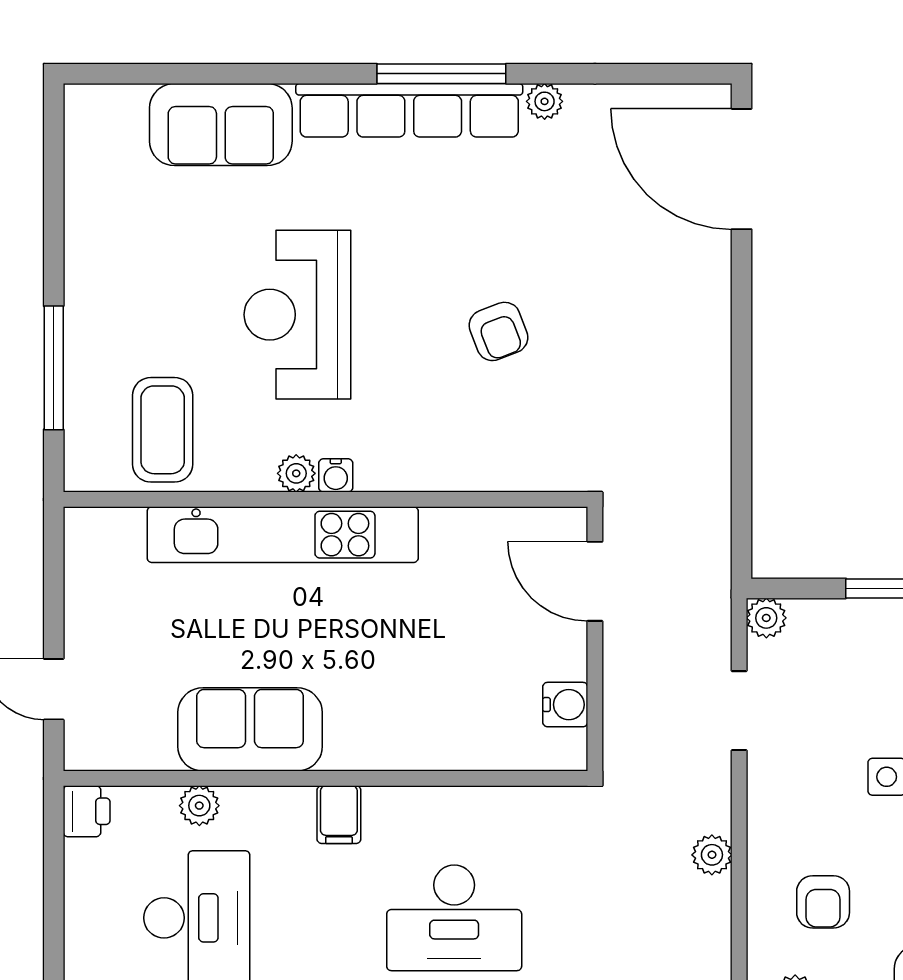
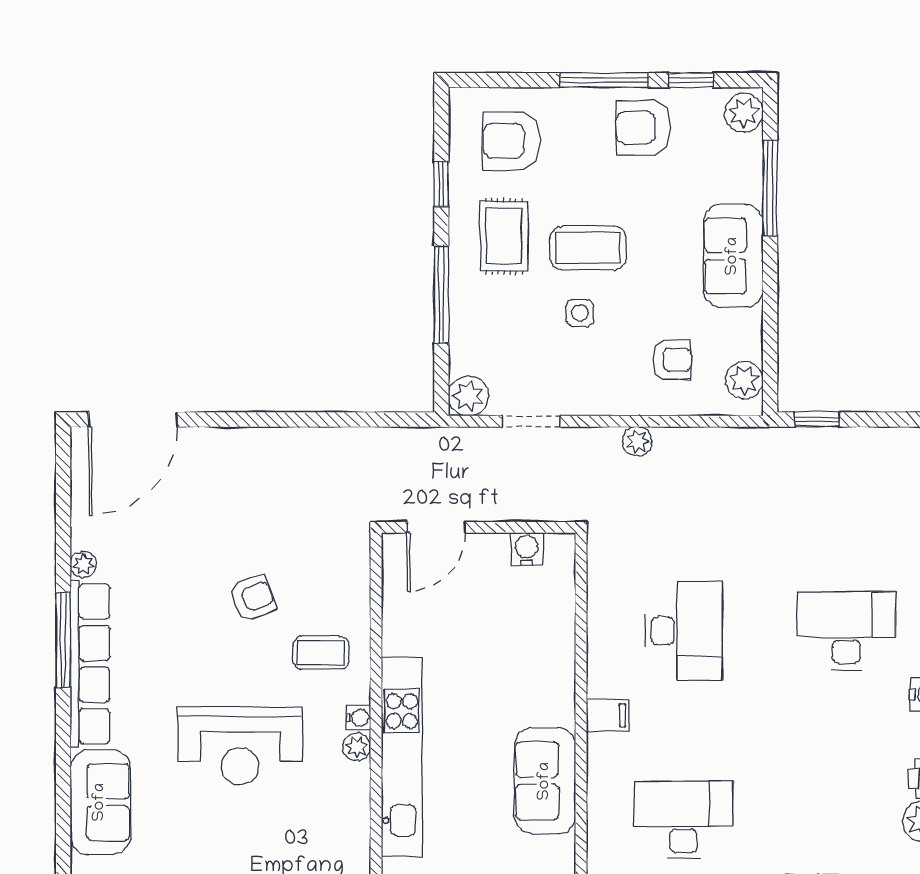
coffee table: (163, 430) -> (321, 653), moved, width x0.73, depth x0.77
plant: (766, 618) -> (469, 396), width x1.38, depth x1.38
plant: (199, 806) -> (601, 818), removed

